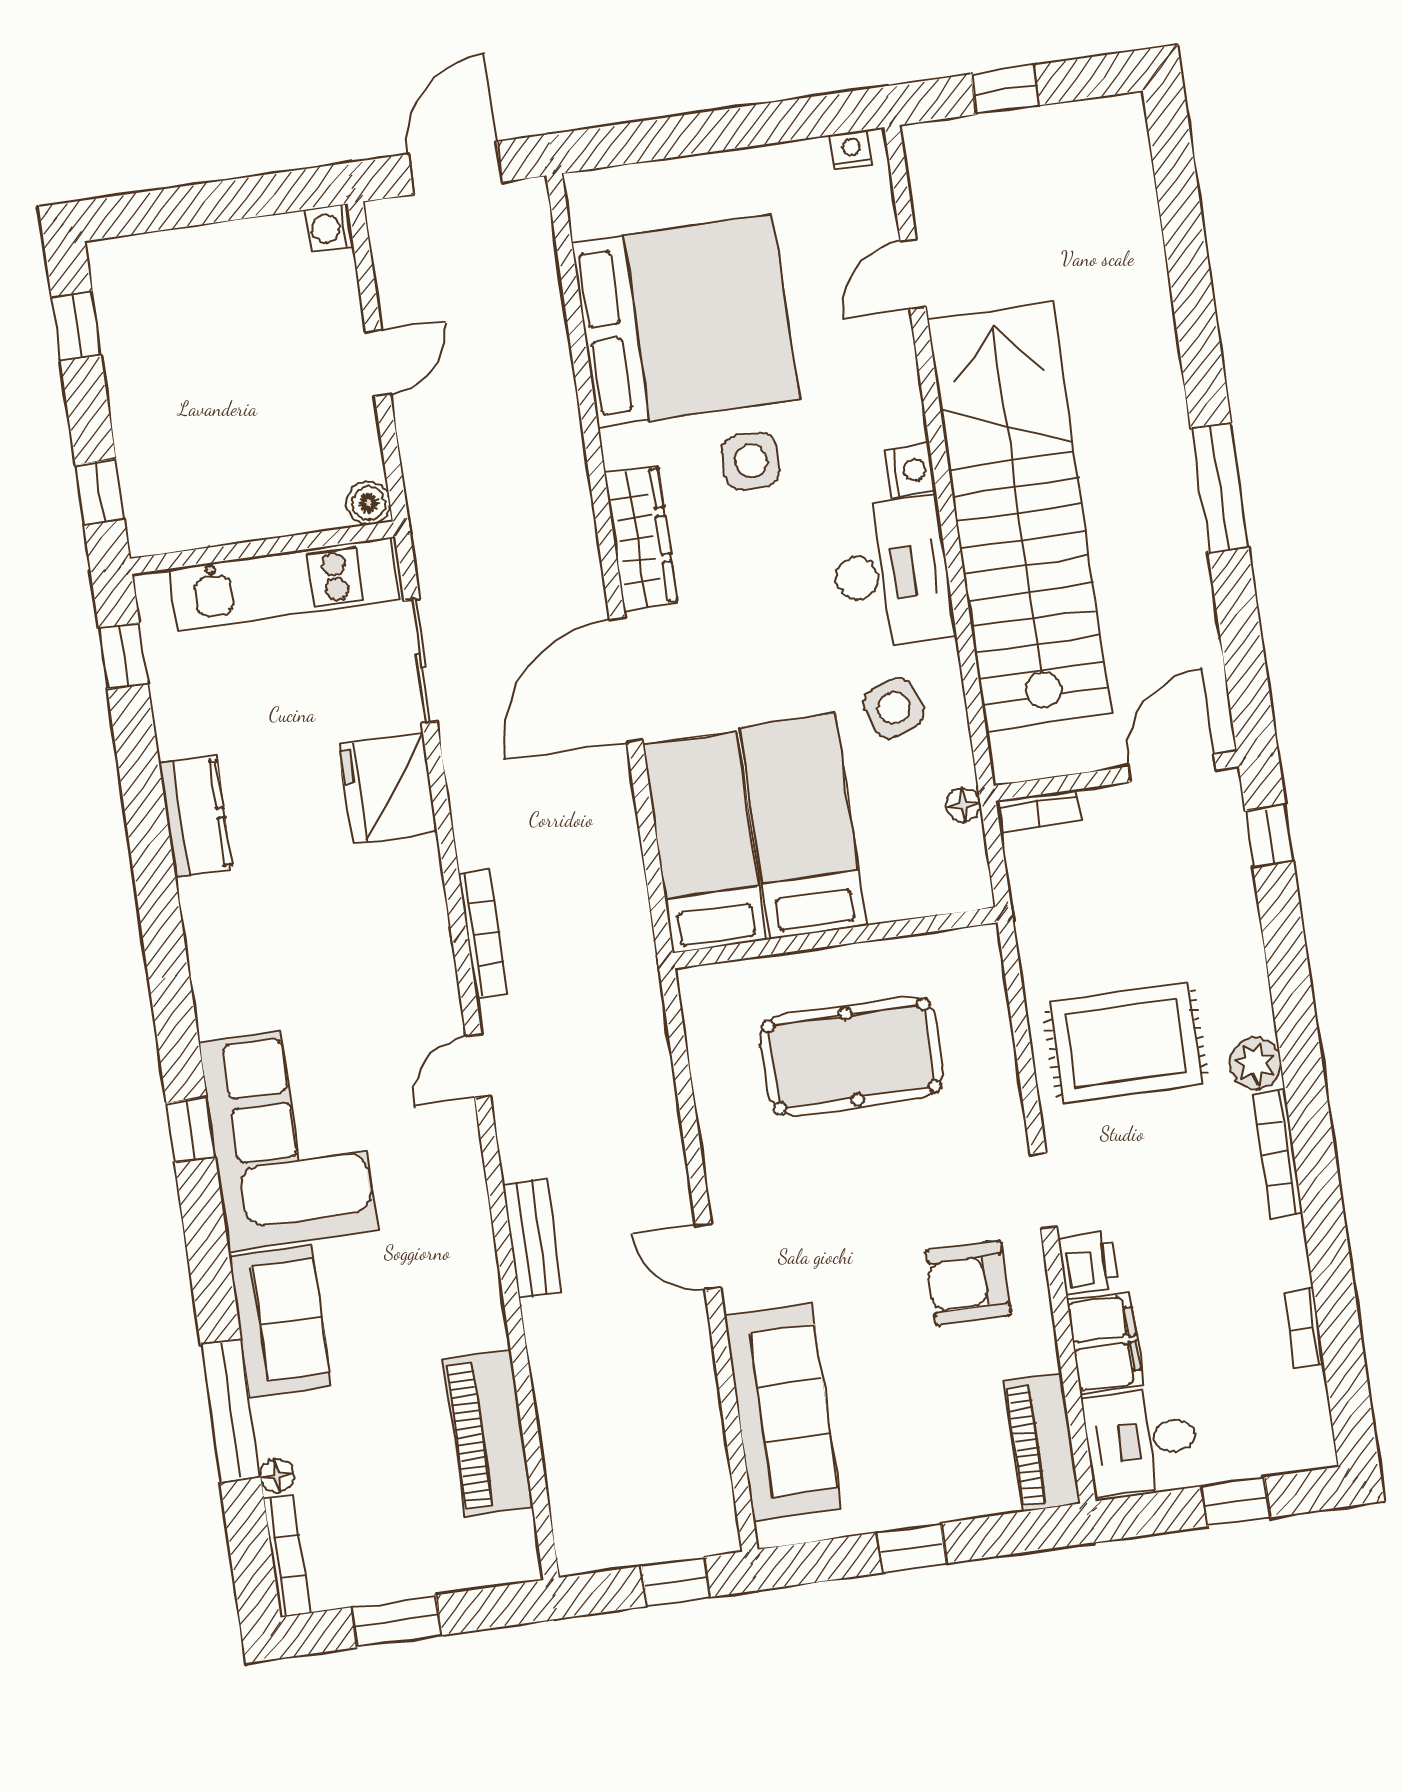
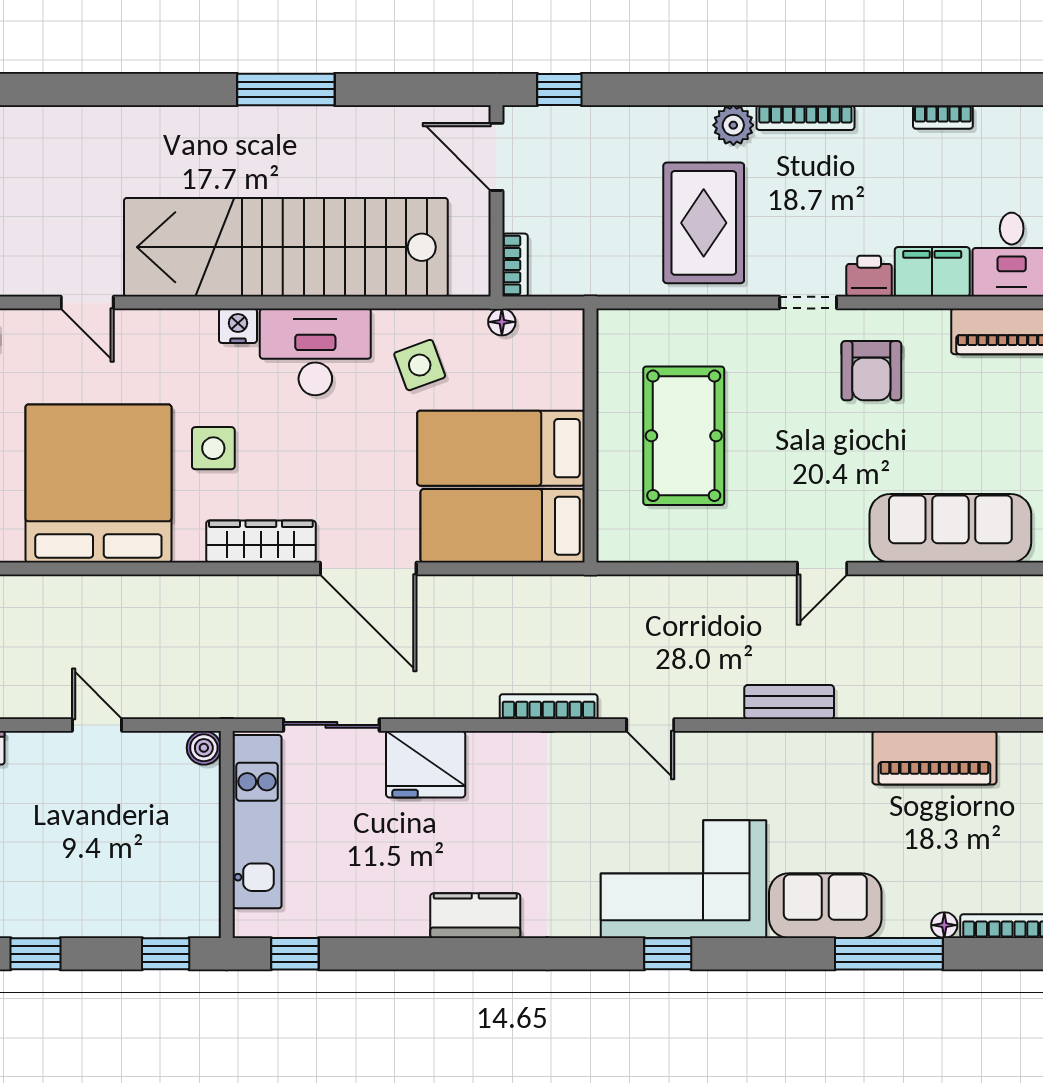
kitchen counter: (195, 816) -> (475, 916), moved

